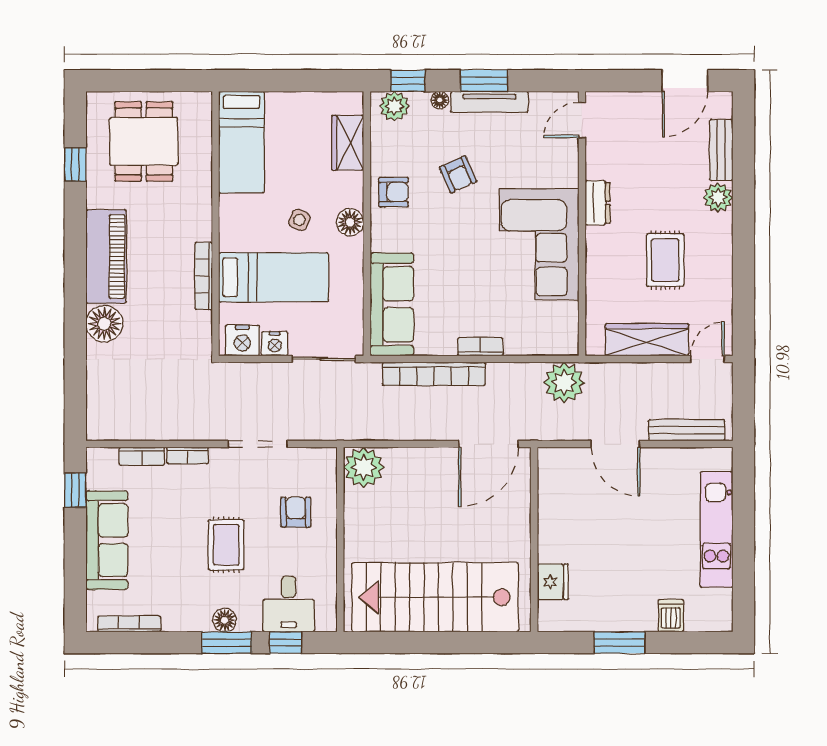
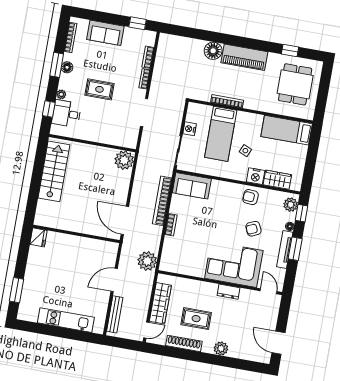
dining table: (144, 141) -> (295, 84), turned 90
bench: (721, 150) -> (243, 354), removed
armchair: (394, 192) -> (251, 197), turned 94
floor lamp: (350, 222) -> (240, 174), removed
corner sofa: (539, 244) -> (234, 264), moved
shoe rack: (721, 276) -> (184, 343), added
sofa: (392, 304) -> (192, 186), width x0.73
nightstand: (242, 340) -> (256, 176), moved, turned -90
door: (707, 359) -> (146, 330), hinge flipped
armchair: (296, 512) -> (109, 125), removed
sofa: (107, 540) -> (105, 33), width x0.73
fridge: (553, 582) -> (38, 237), moved, turned -90
stairs: (435, 597) -> (54, 171), width x0.73, depth x0.66
dishwasher: (671, 616) -> (29, 292), removed
floor lamp: (225, 620) -> (67, 67), moved
plant: (251, 622) -> (61, 94), added
window: (226, 643) -> (57, 65), moved
window: (620, 643) -> (16, 290), moved

